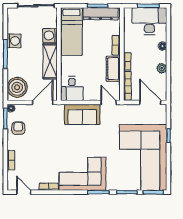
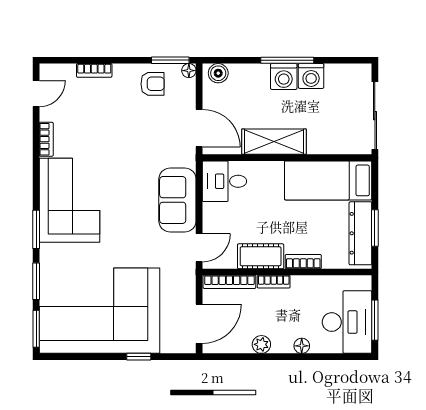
washing machine: (50, 36) -> (284, 76), moved, turned 180
boiler: (17, 87) -> (218, 73), width x0.54, depth x0.54

